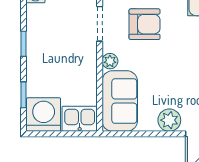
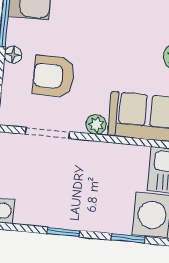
armchair: (145, 24) -> (54, 76), turned -90

